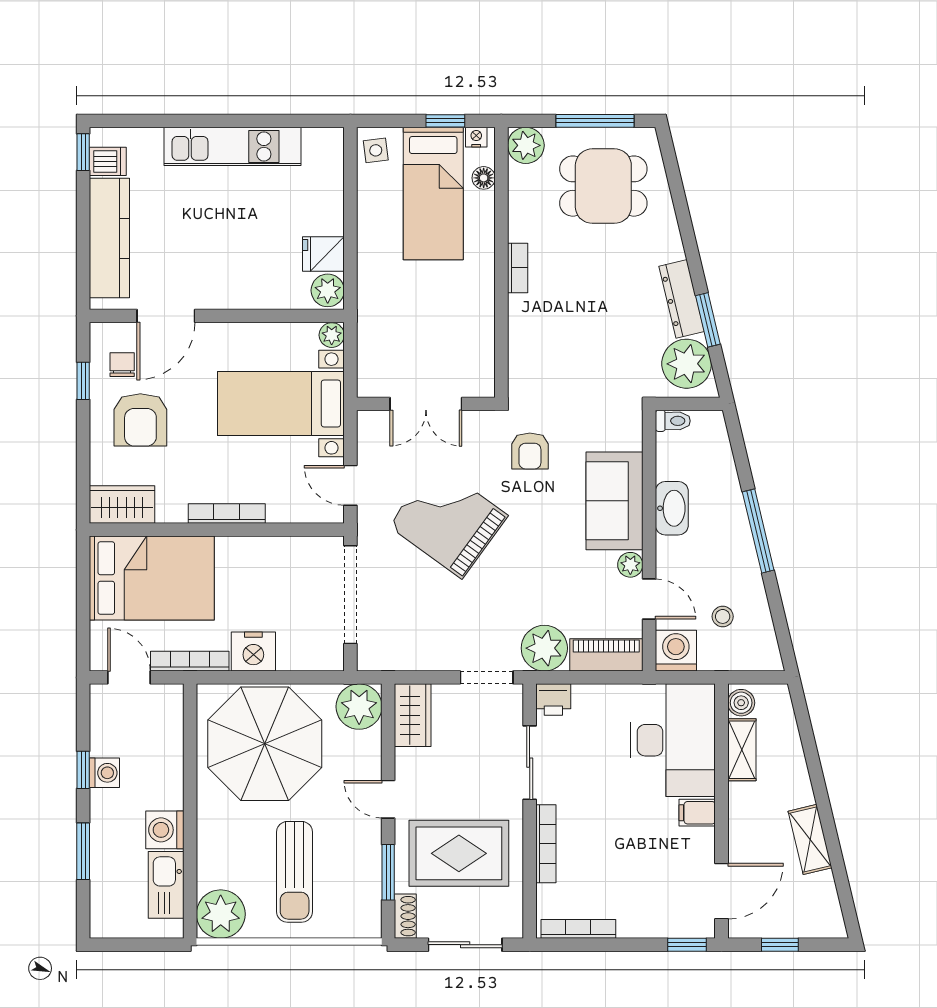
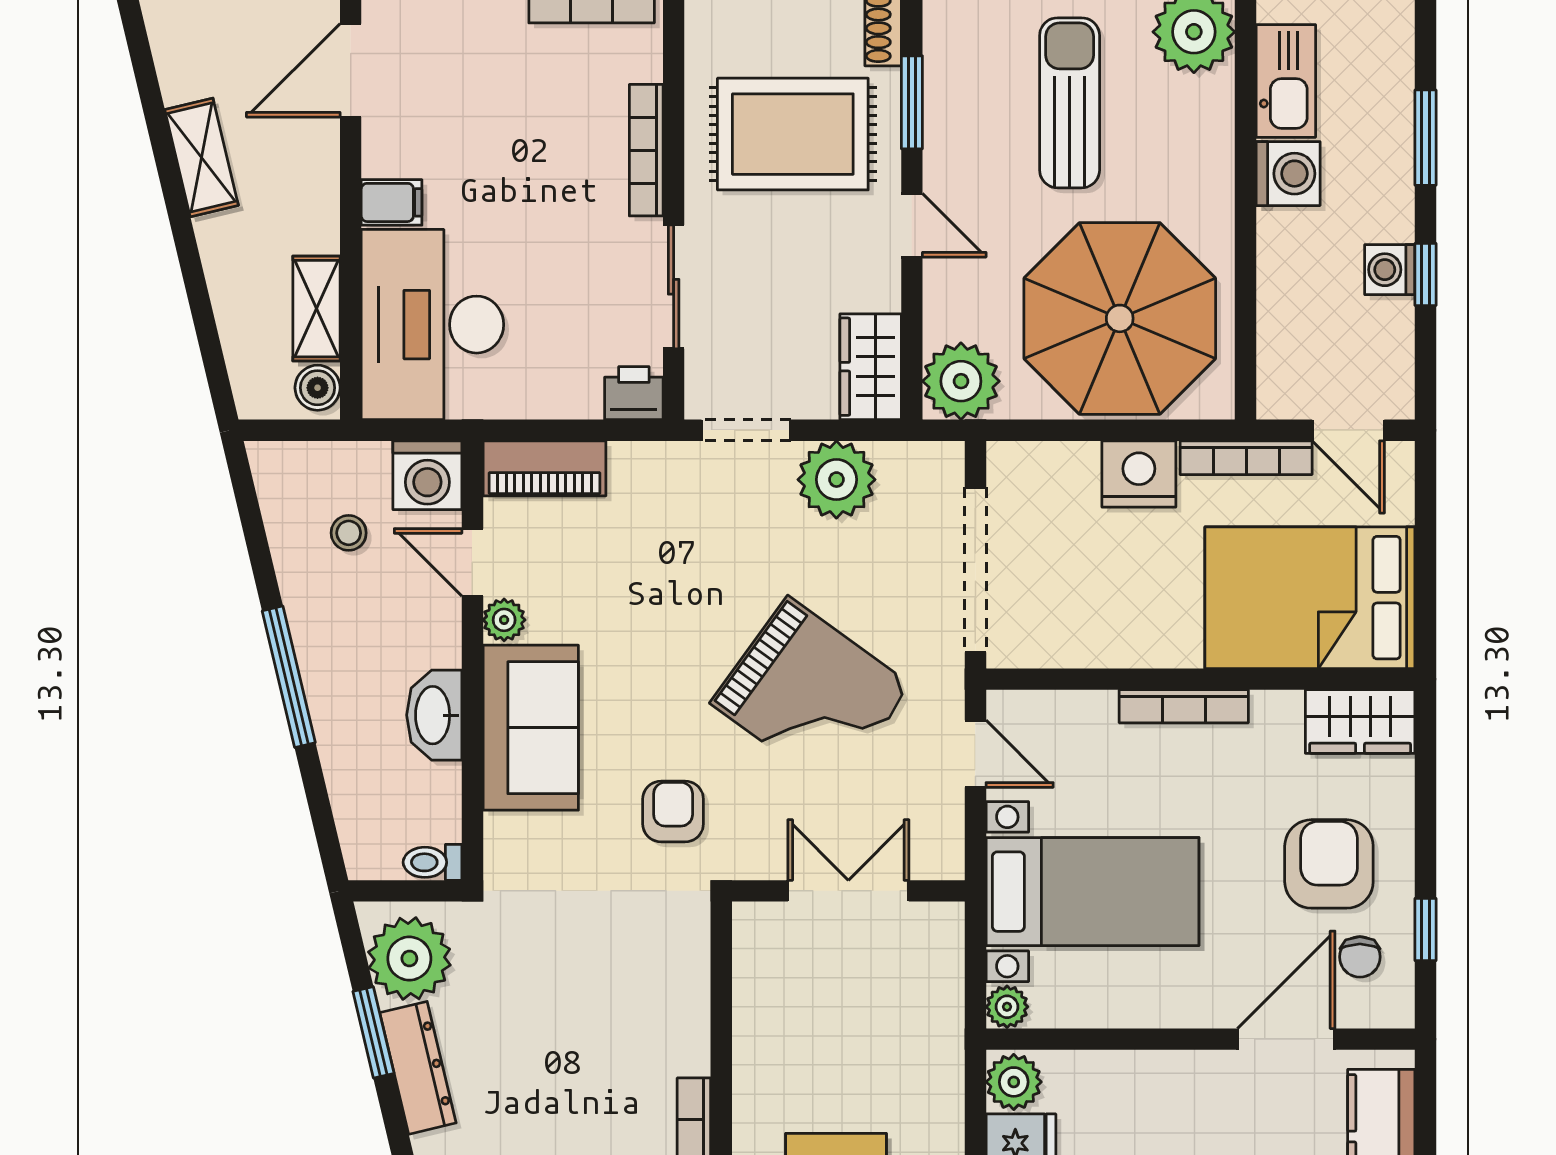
plant: (544, 648) -> (836, 480), moved

